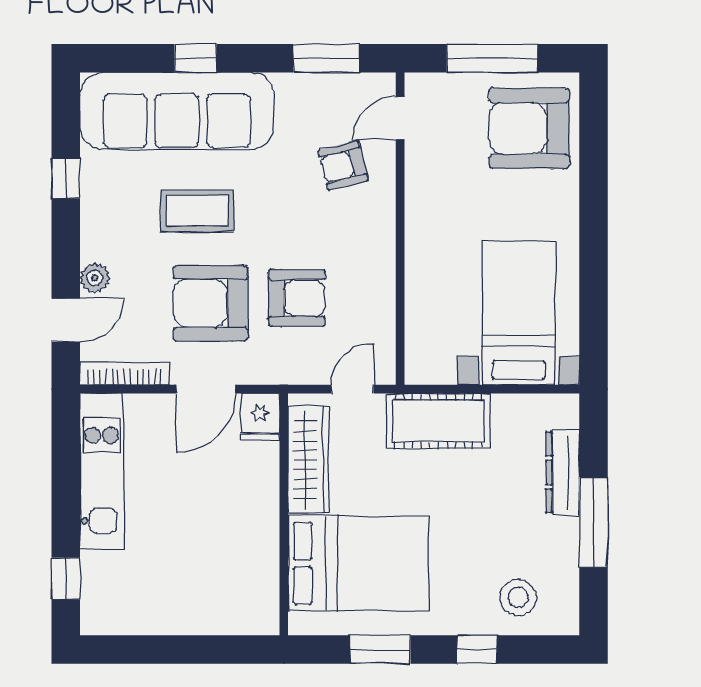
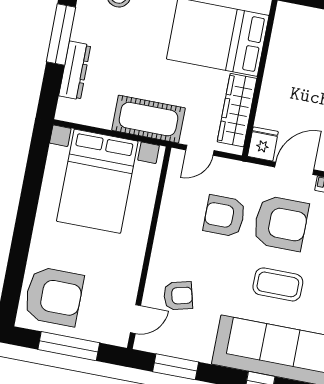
bed with nightstands: (519, 313) -> (97, 181), width x1.36

